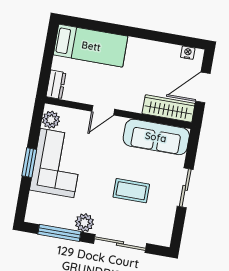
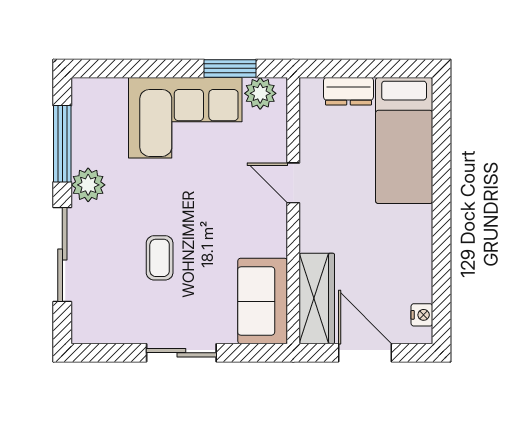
dresser: (56, 85) -> (348, 91), moved
sofa: (156, 137) -> (263, 301), width x0.73
window: (29, 163) -> (230, 68), moved
coffee table: (131, 191) -> (160, 258), width x0.73, depth x0.77

